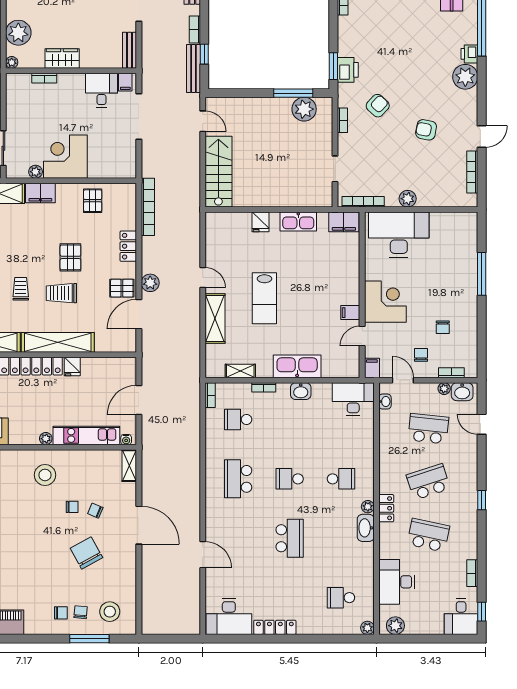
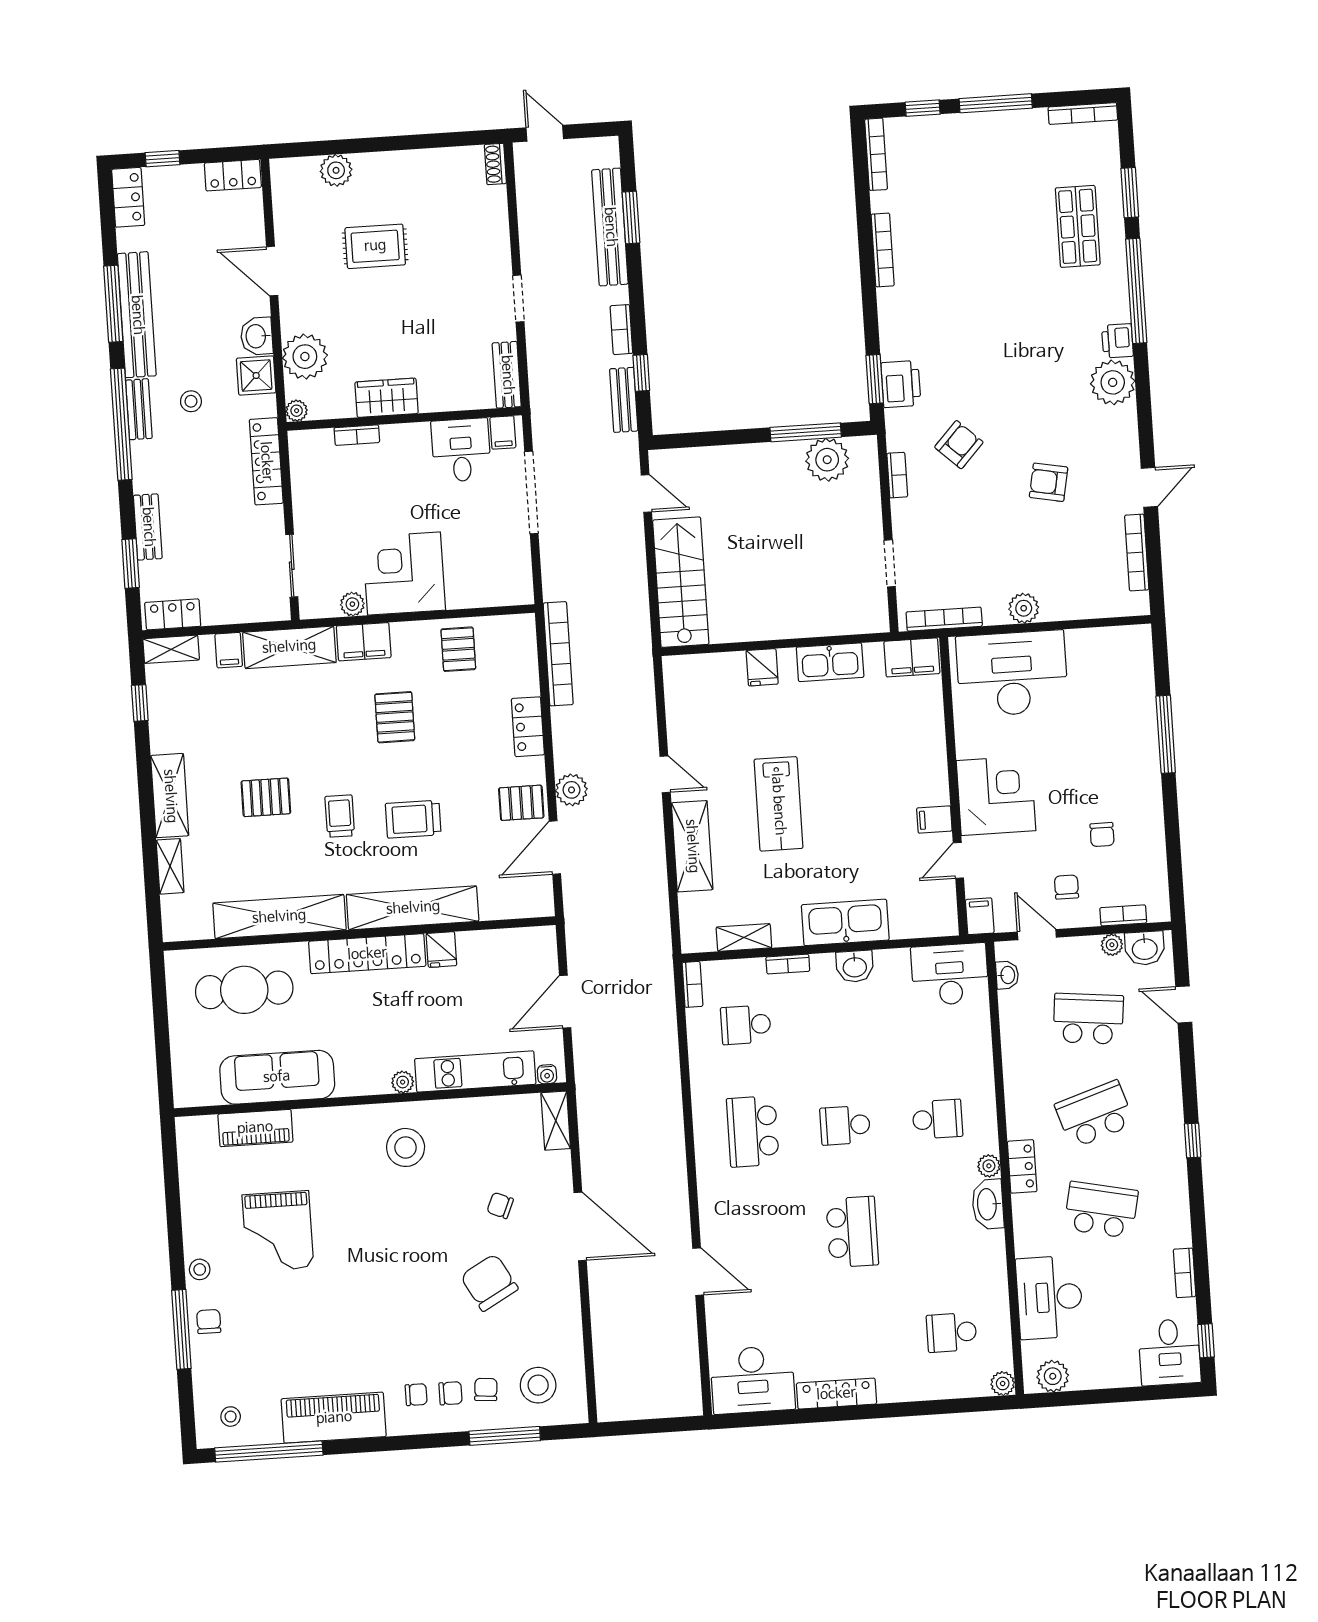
bench: (193, 68) -> (624, 400), width x0.73
pallet: (70, 257) -> (395, 717), moved
chair: (72, 507) -> (416, 1395), moved

